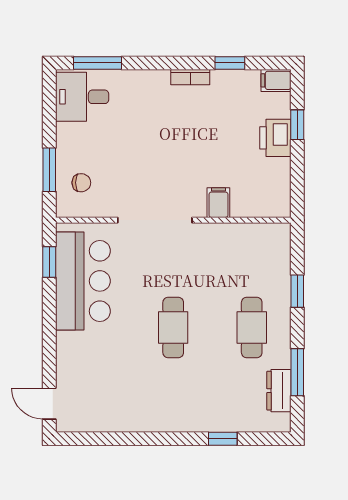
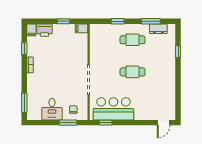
desk: (82, 97) -> (52, 109), moved
window: (297, 125) -> (63, 21), moved
printer: (275, 138) -> (44, 30), moved
filing cabinet: (218, 203) -> (81, 28), moved

